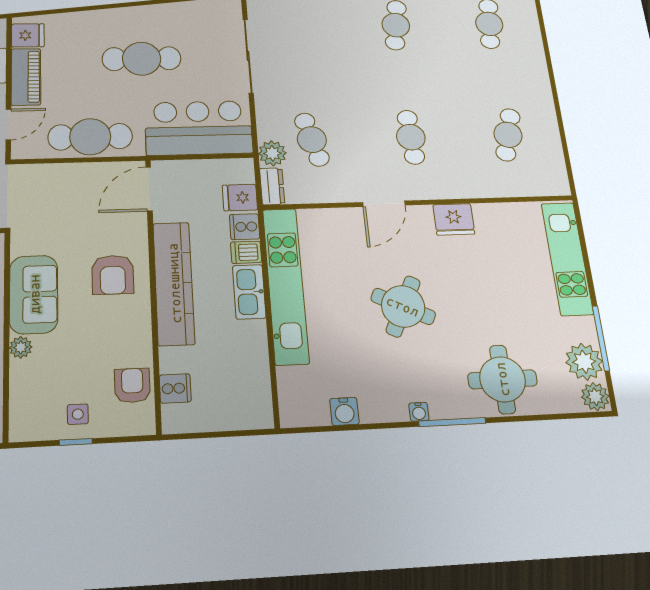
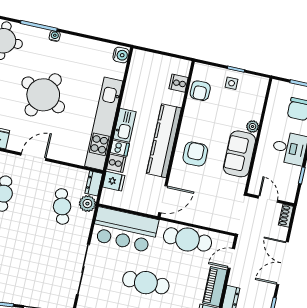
round table: (403, 306) -> (43, 95), width x1.36, depth x1.36
water cooler: (344, 411) -> (121, 55), moved, turned 90

